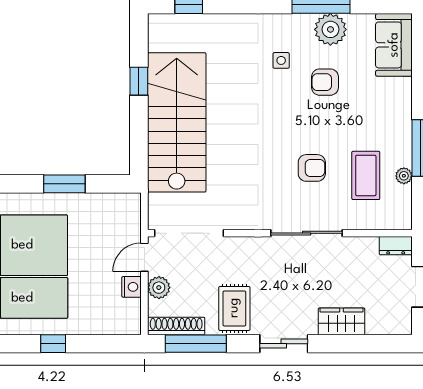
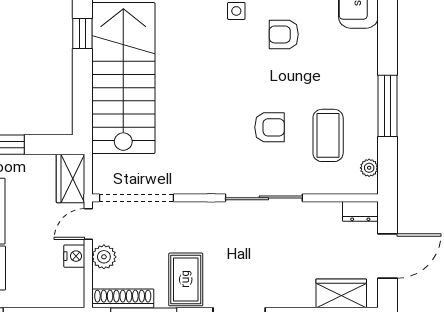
plant: (404, 176) -> (369, 168), moved
wardrobe: (128, 215) -> (71, 178), added
wardrobe: (342, 321) -> (341, 293), moved

